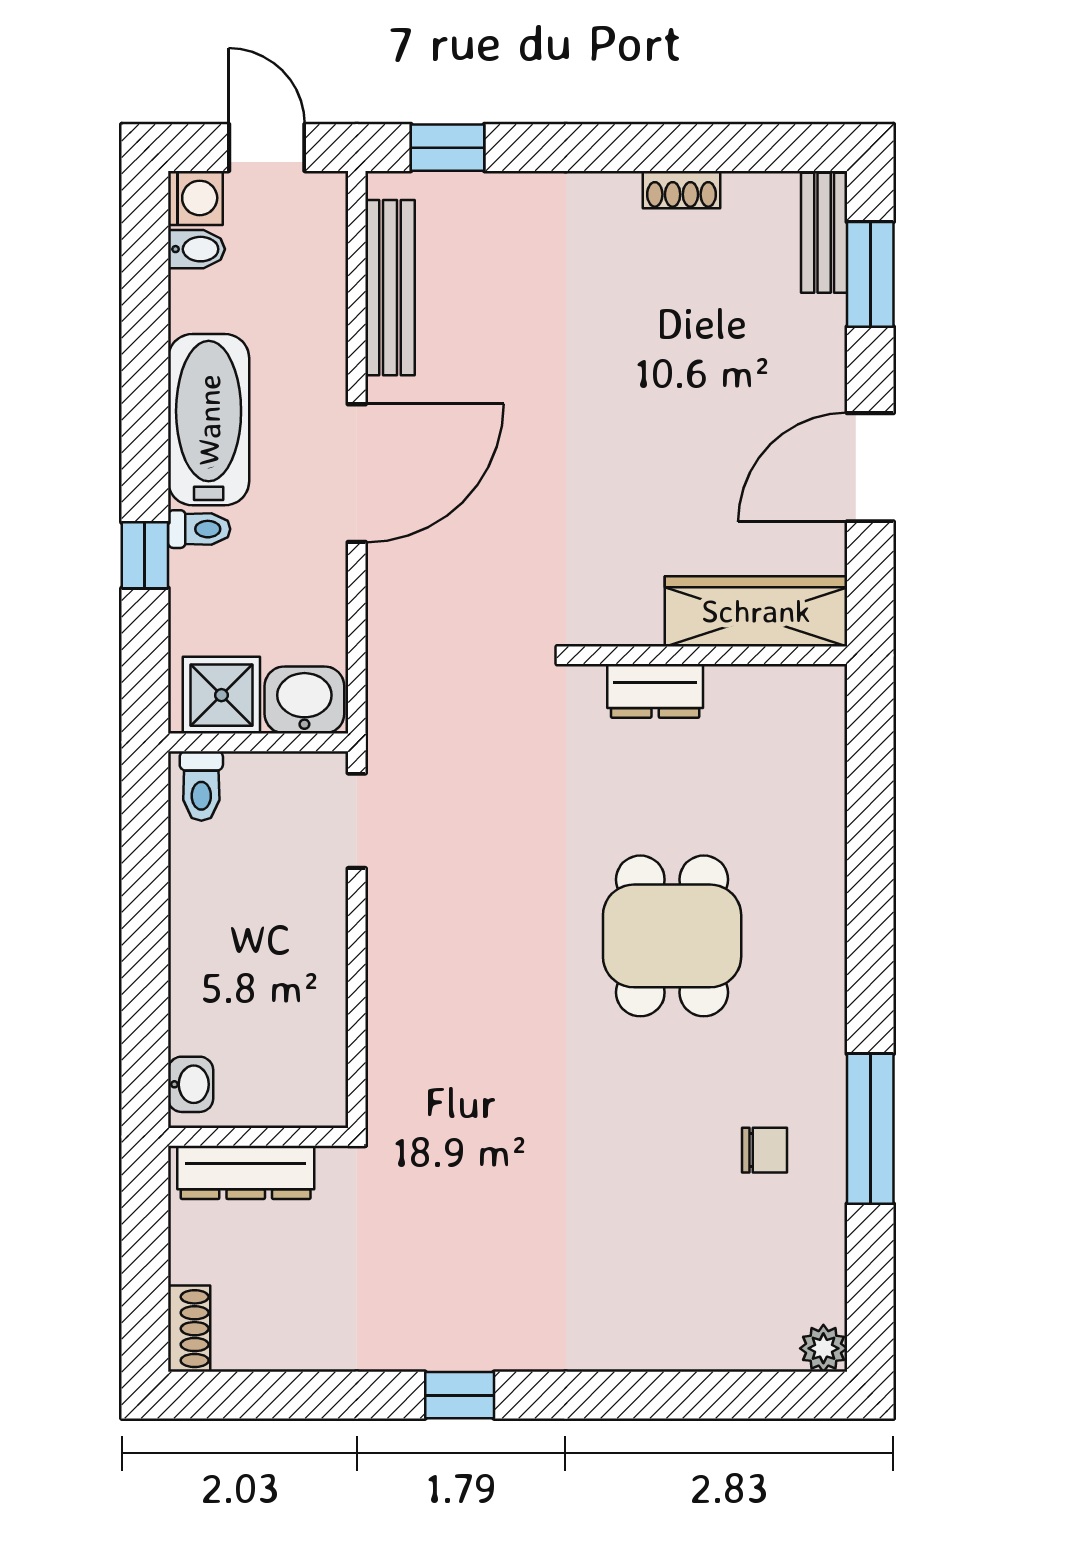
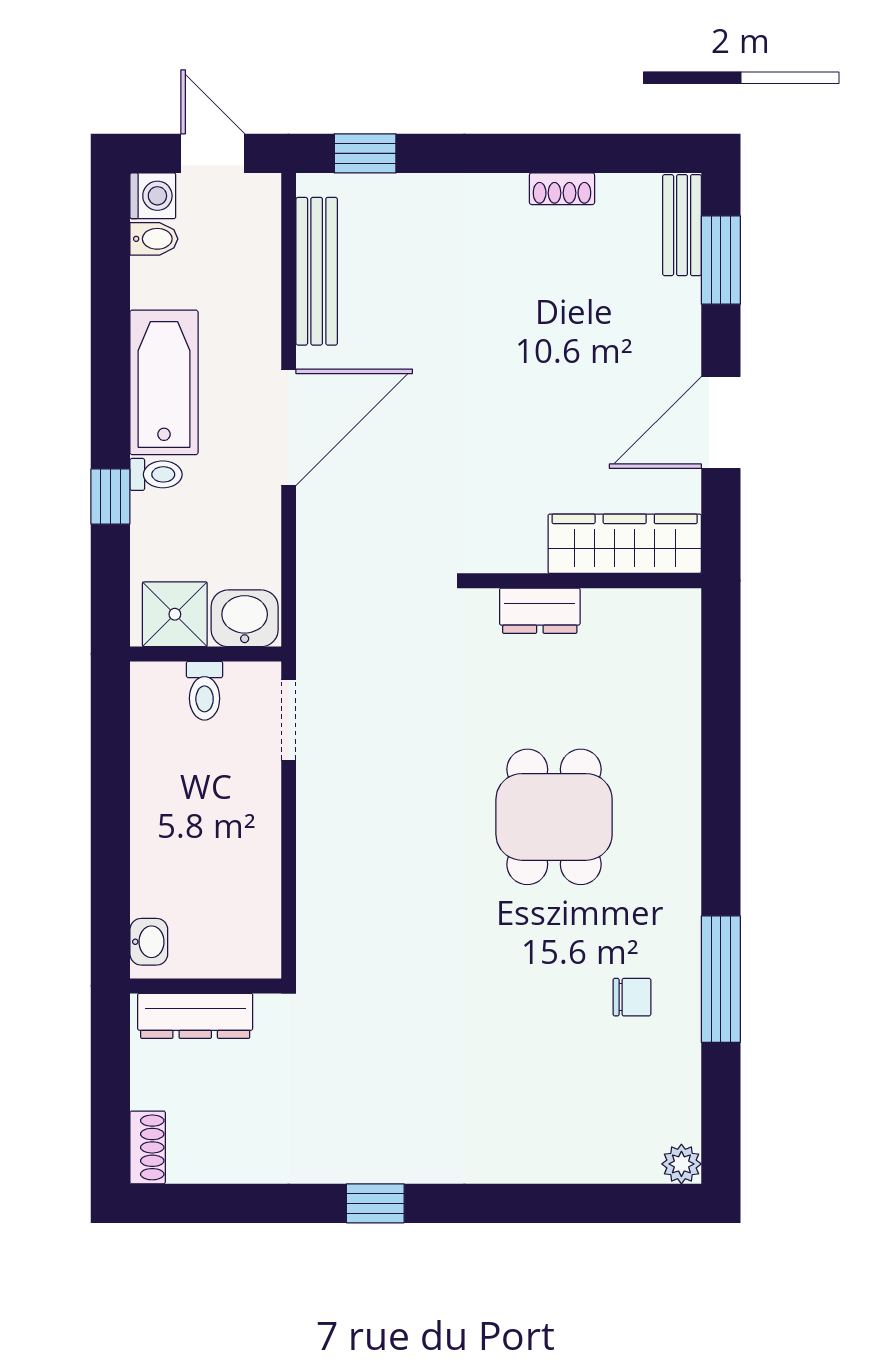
toilet: (201, 786) -> (205, 691), moved

